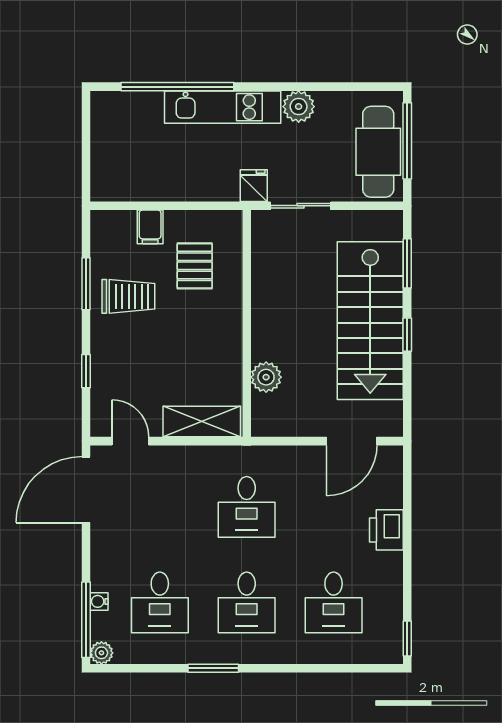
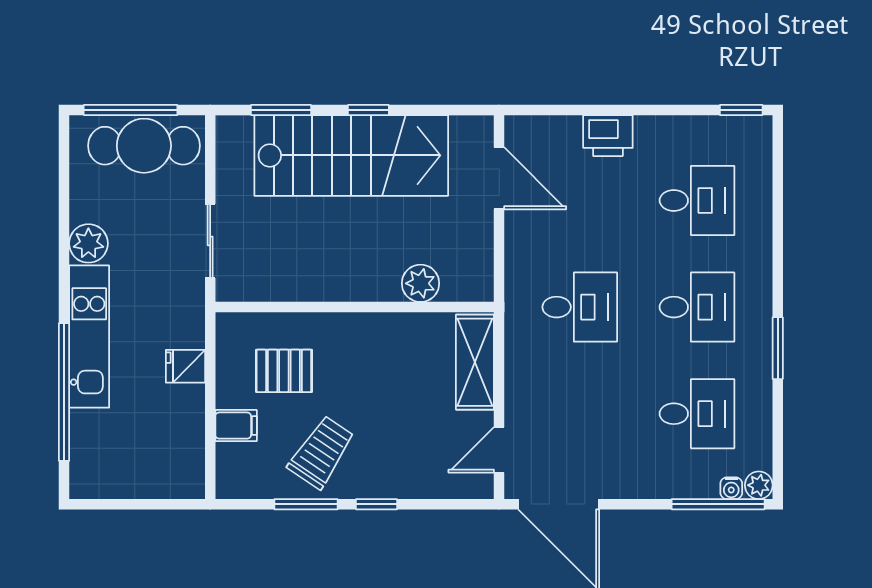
fridge: (254, 186) -> (185, 366), moved
trolley: (128, 296) -> (321, 452), turned 34
window: (86, 371) -> (376, 504), moved
water cooler: (99, 601) -> (731, 488), moved

